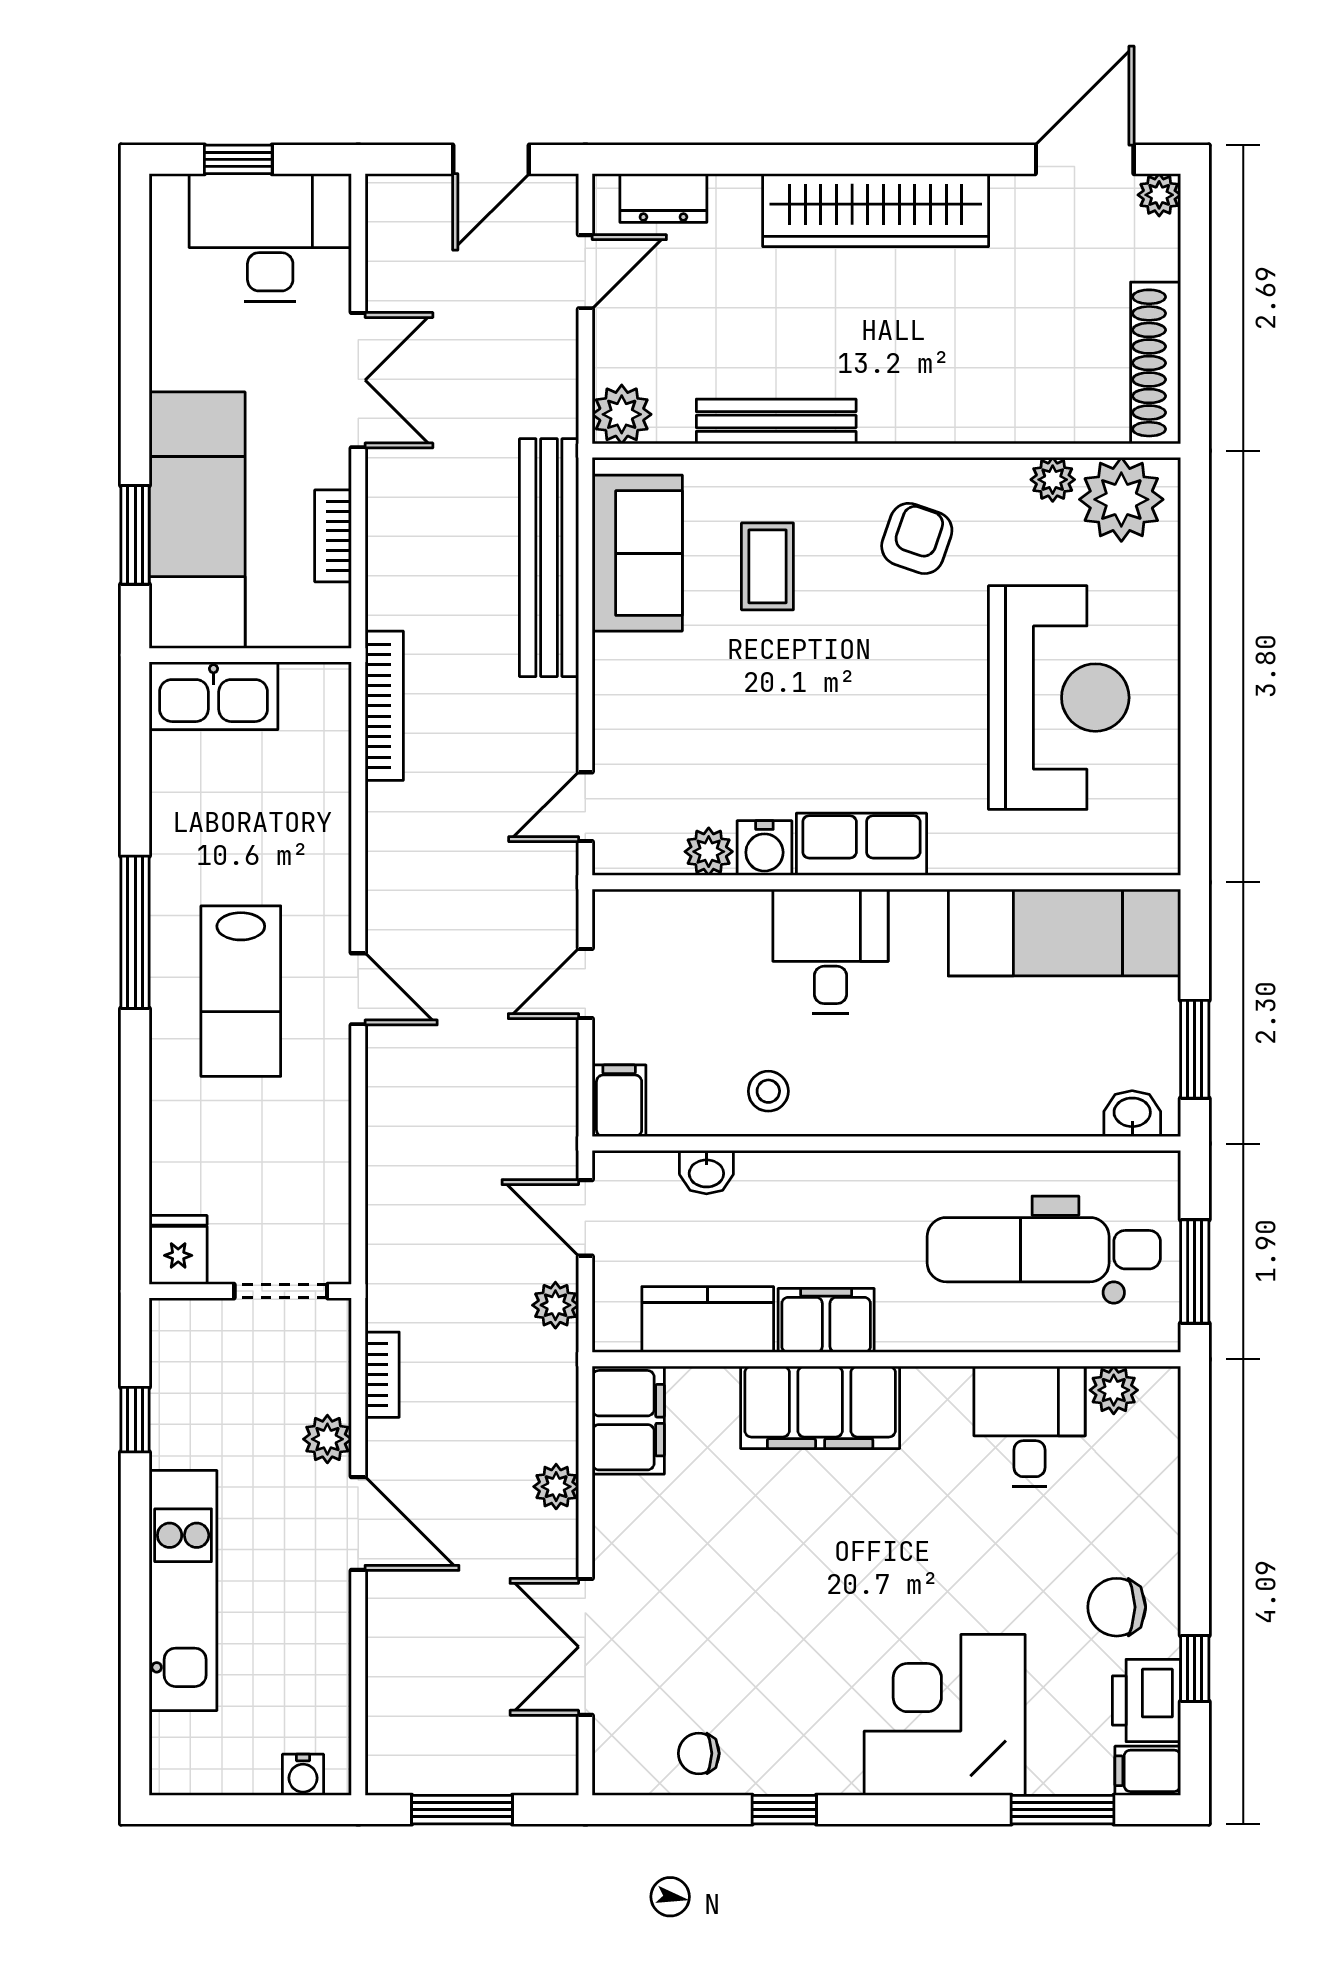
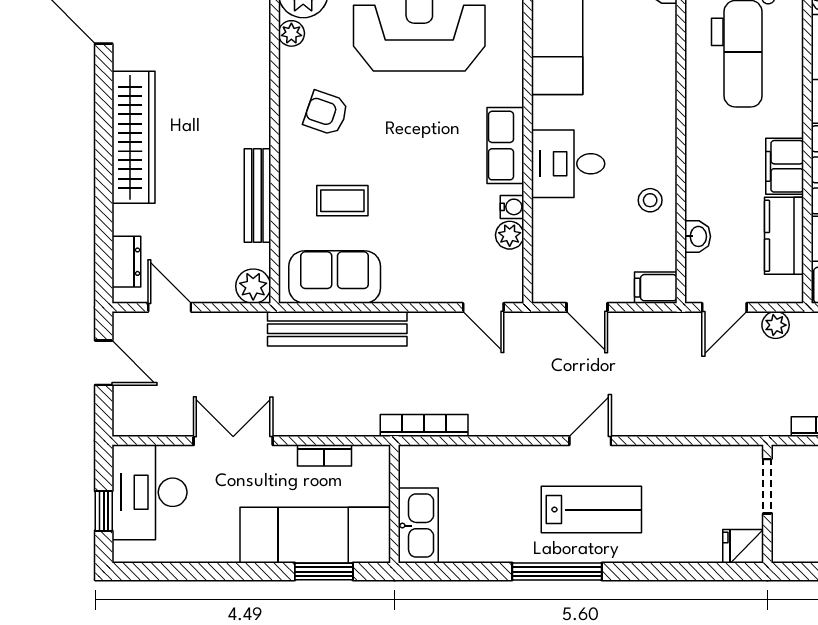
water cooler: (764, 848) -> (512, 207), width x0.72, depth x0.72

